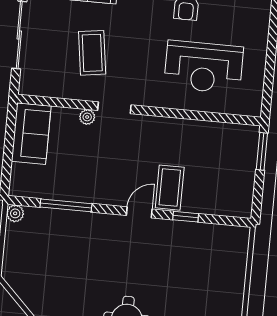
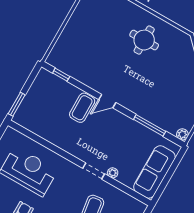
sofa: (31, 134) -> (154, 172), width x1.36
window: (186, 217) -> (61, 75), moved

